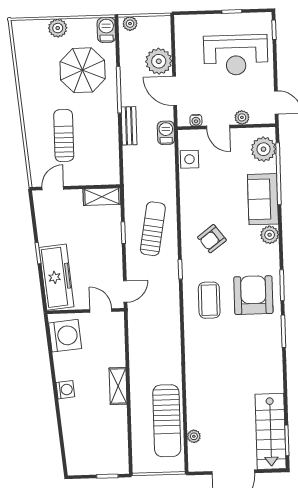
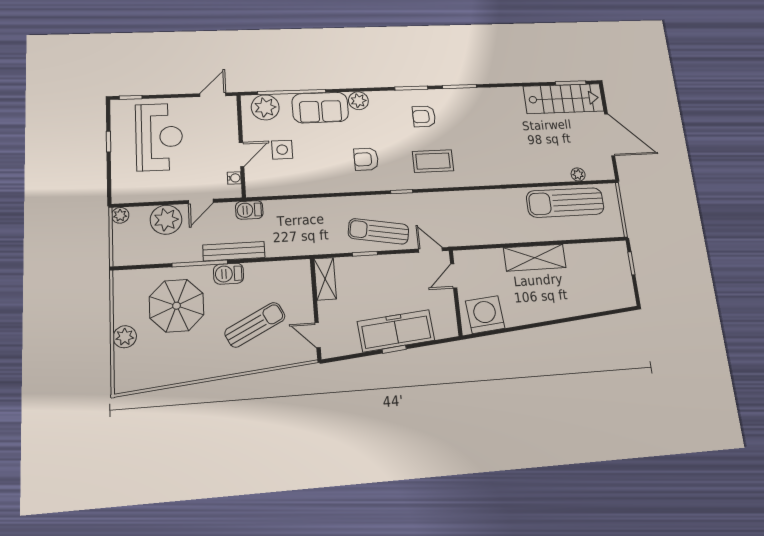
plant: (130, 24) -> (120, 215), moved
barbecue: (106, 30) -> (229, 274), moved
door: (175, 91) -> (201, 201), width x0.73
plant: (242, 117) -> (230, 130), removed
bench: (129, 126) -> (234, 251), width x1.36
sun lounger: (64, 135) -> (255, 325), turned 153
side table: (189, 159) -> (282, 150), moved
sun lounger: (153, 229) -> (378, 231), moved
armchair: (212, 239) -> (366, 159), turned 127
freezer: (56, 277) -> (396, 331), moved
armchair: (253, 295) -> (424, 116), width x0.53, depth x0.53
shelving: (118, 386) -> (535, 258), width x1.50, depth x1.33
washing machine: (65, 390) -> (545, 312), removed
sun lounger: (167, 421) -> (565, 203), turned 180

